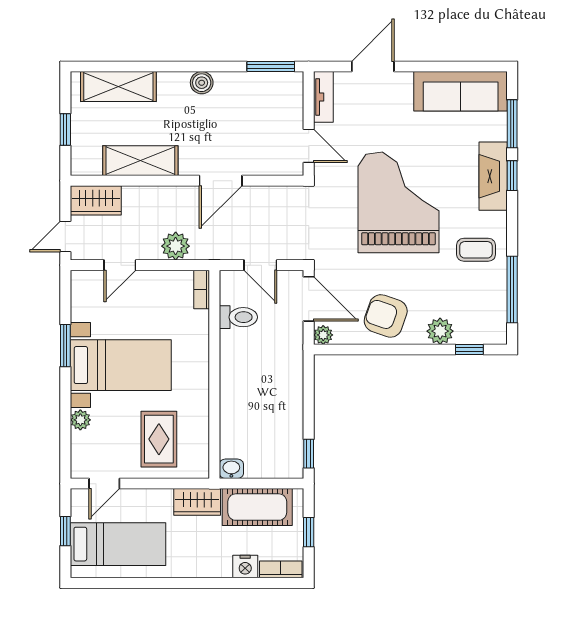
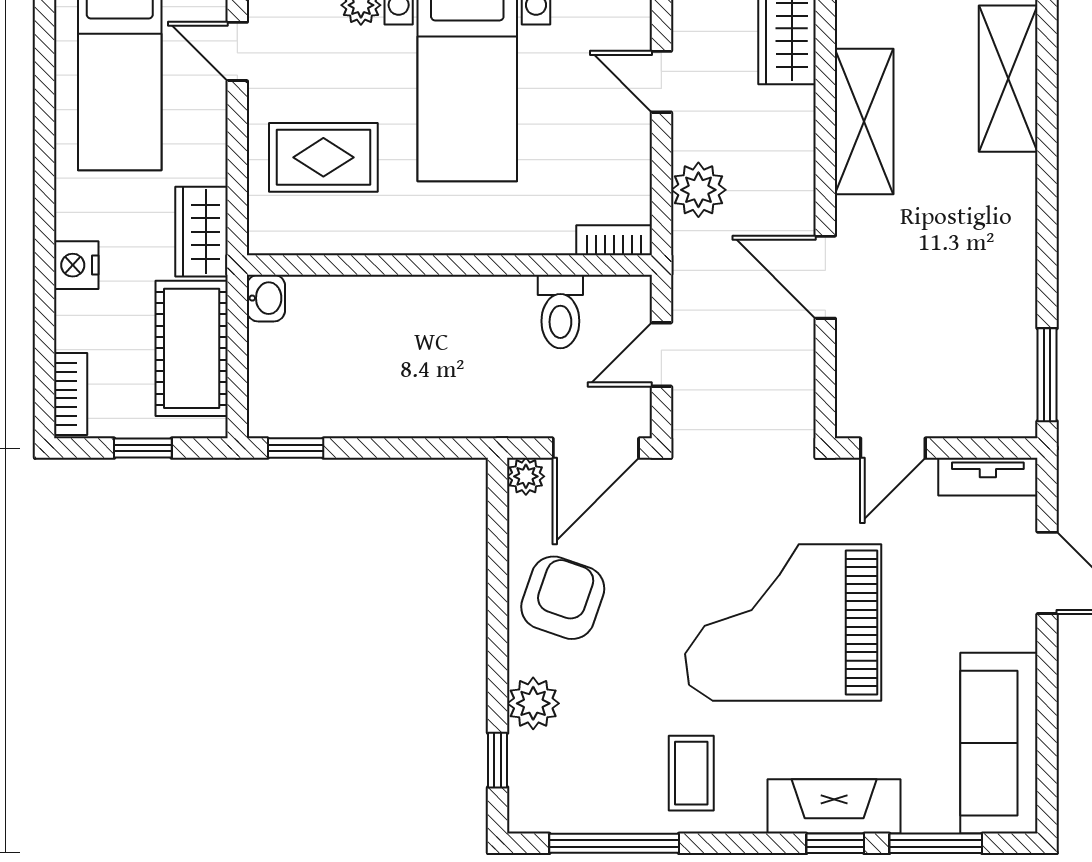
boiler: (202, 83) -> (1016, 240), removed
grand piano: (398, 202) -> (783, 622), turned 180
nightstand: (245, 566) -> (76, 265), moved

